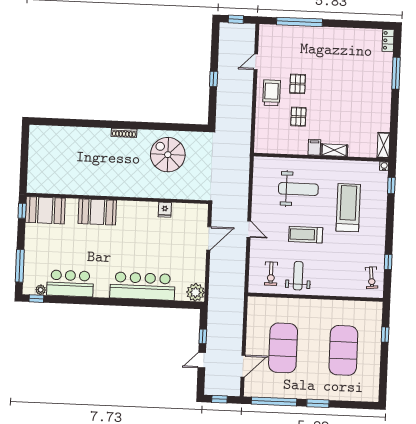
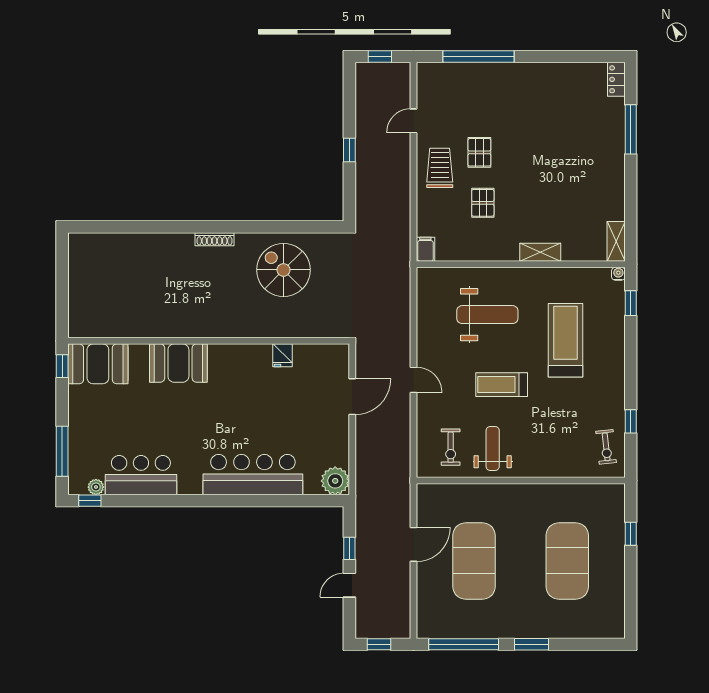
filing cabinet: (314, 147) -> (425, 249), moved
door: (243, 366) -> (413, 544), moved

